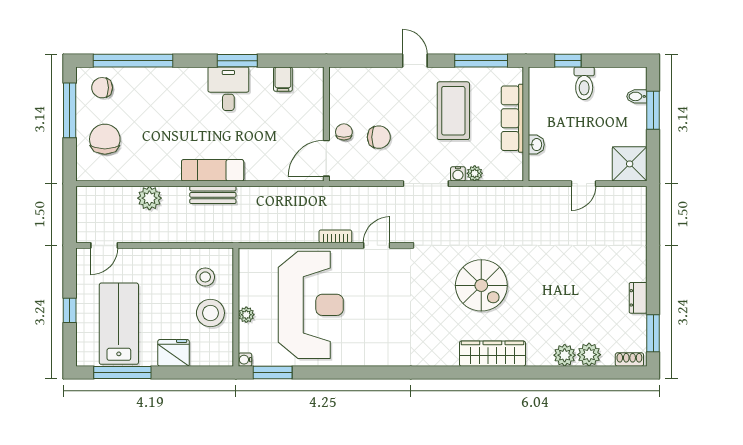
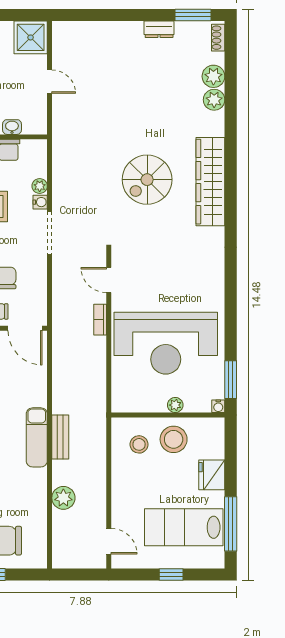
spiral stairs: (481, 285) -> (147, 180), turned 180
reception desk: (311, 305) -> (166, 343), turned 180
wardrobe: (492, 354) -> (210, 182), width x1.40, depth x1.17

